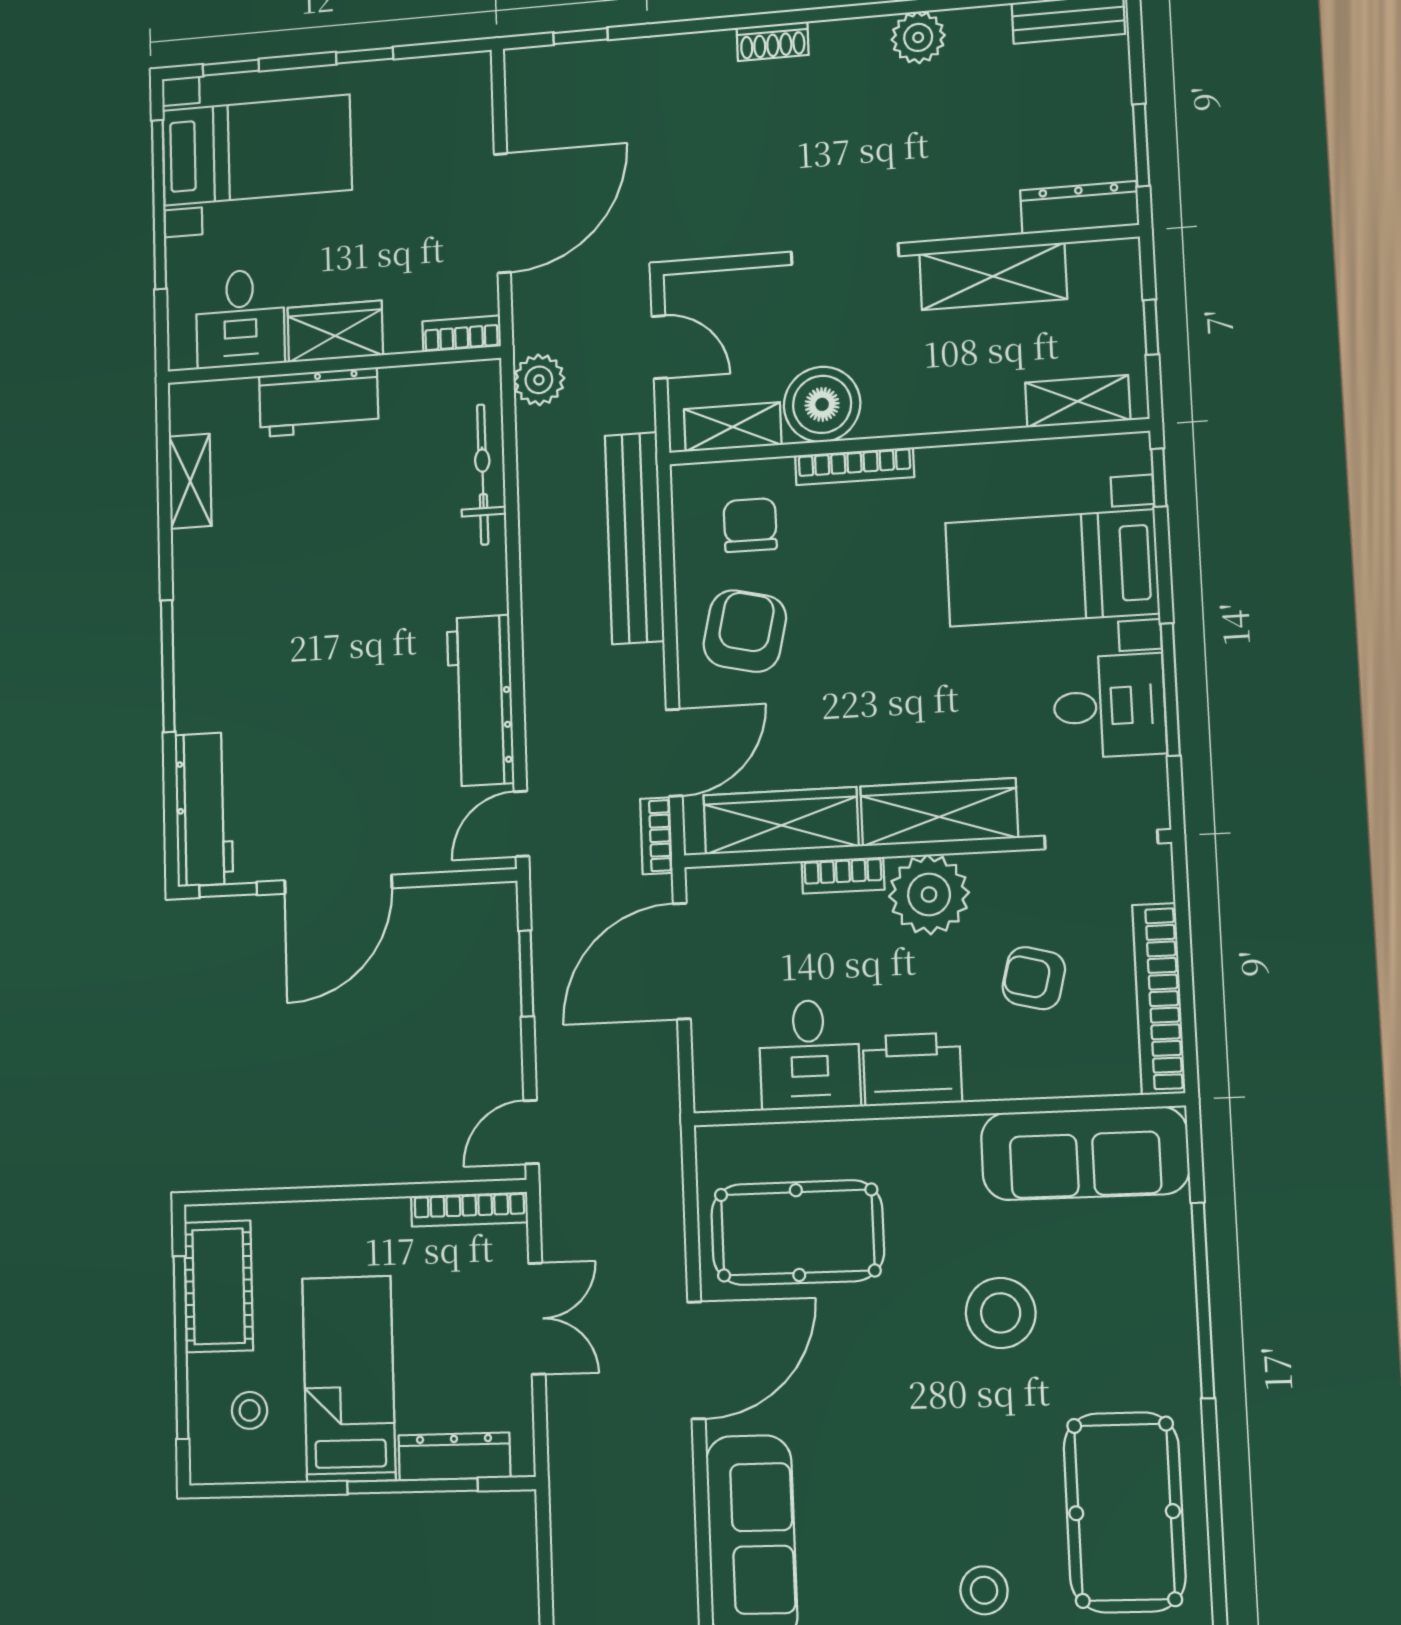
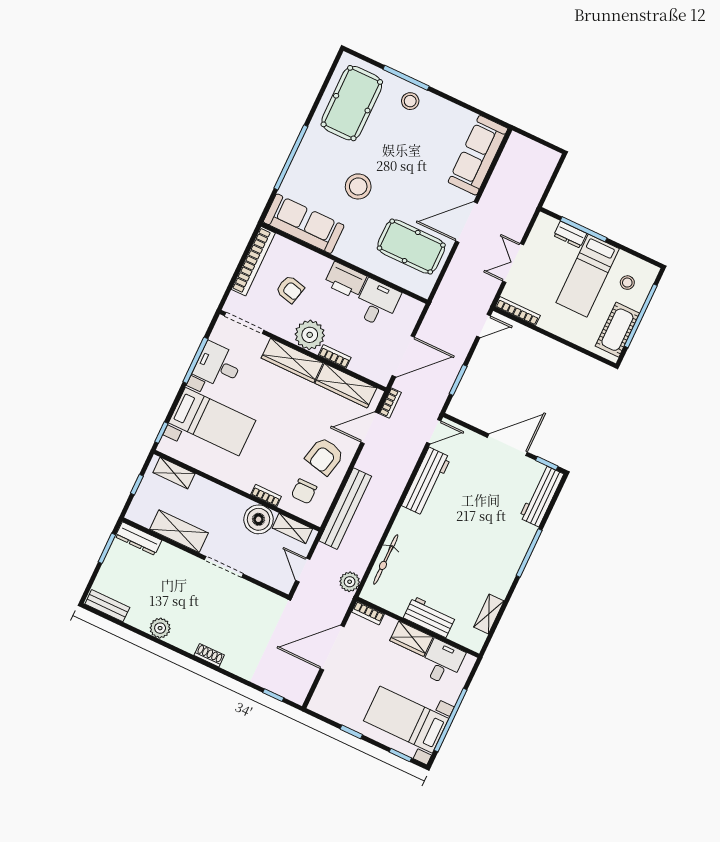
bookcase: (855, 466) -> (266, 495), width x0.64
dresser: (454, 1456) -> (570, 235), width x0.70

